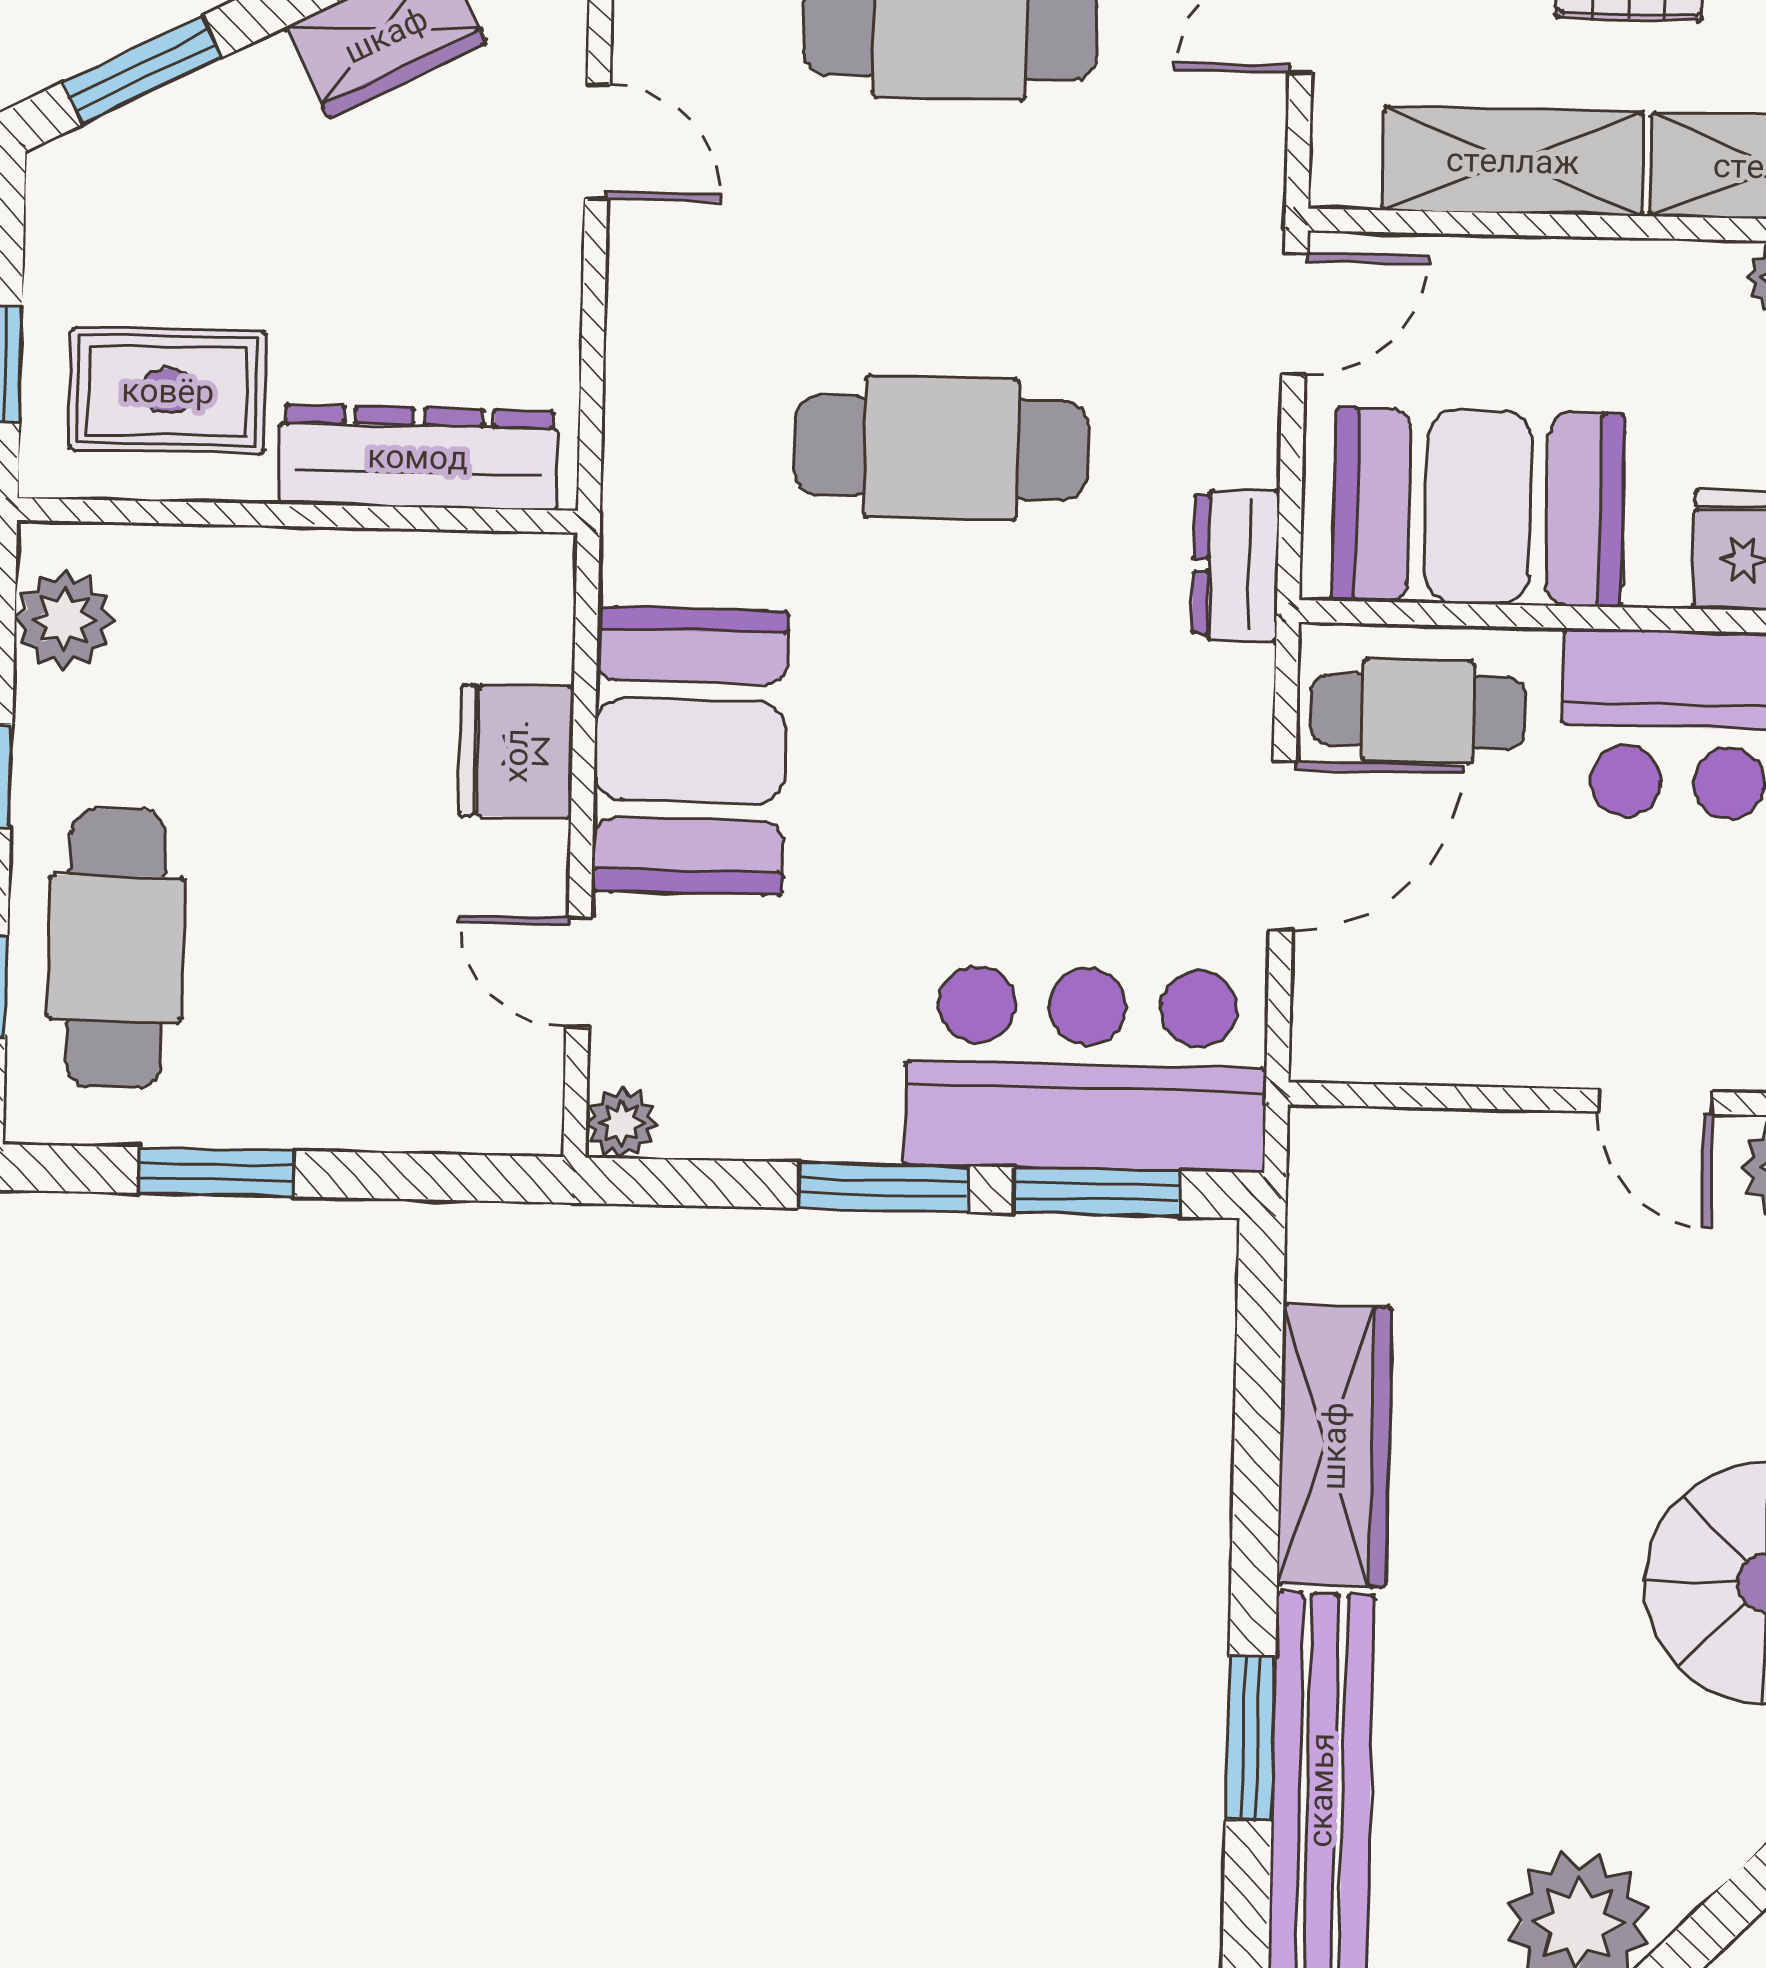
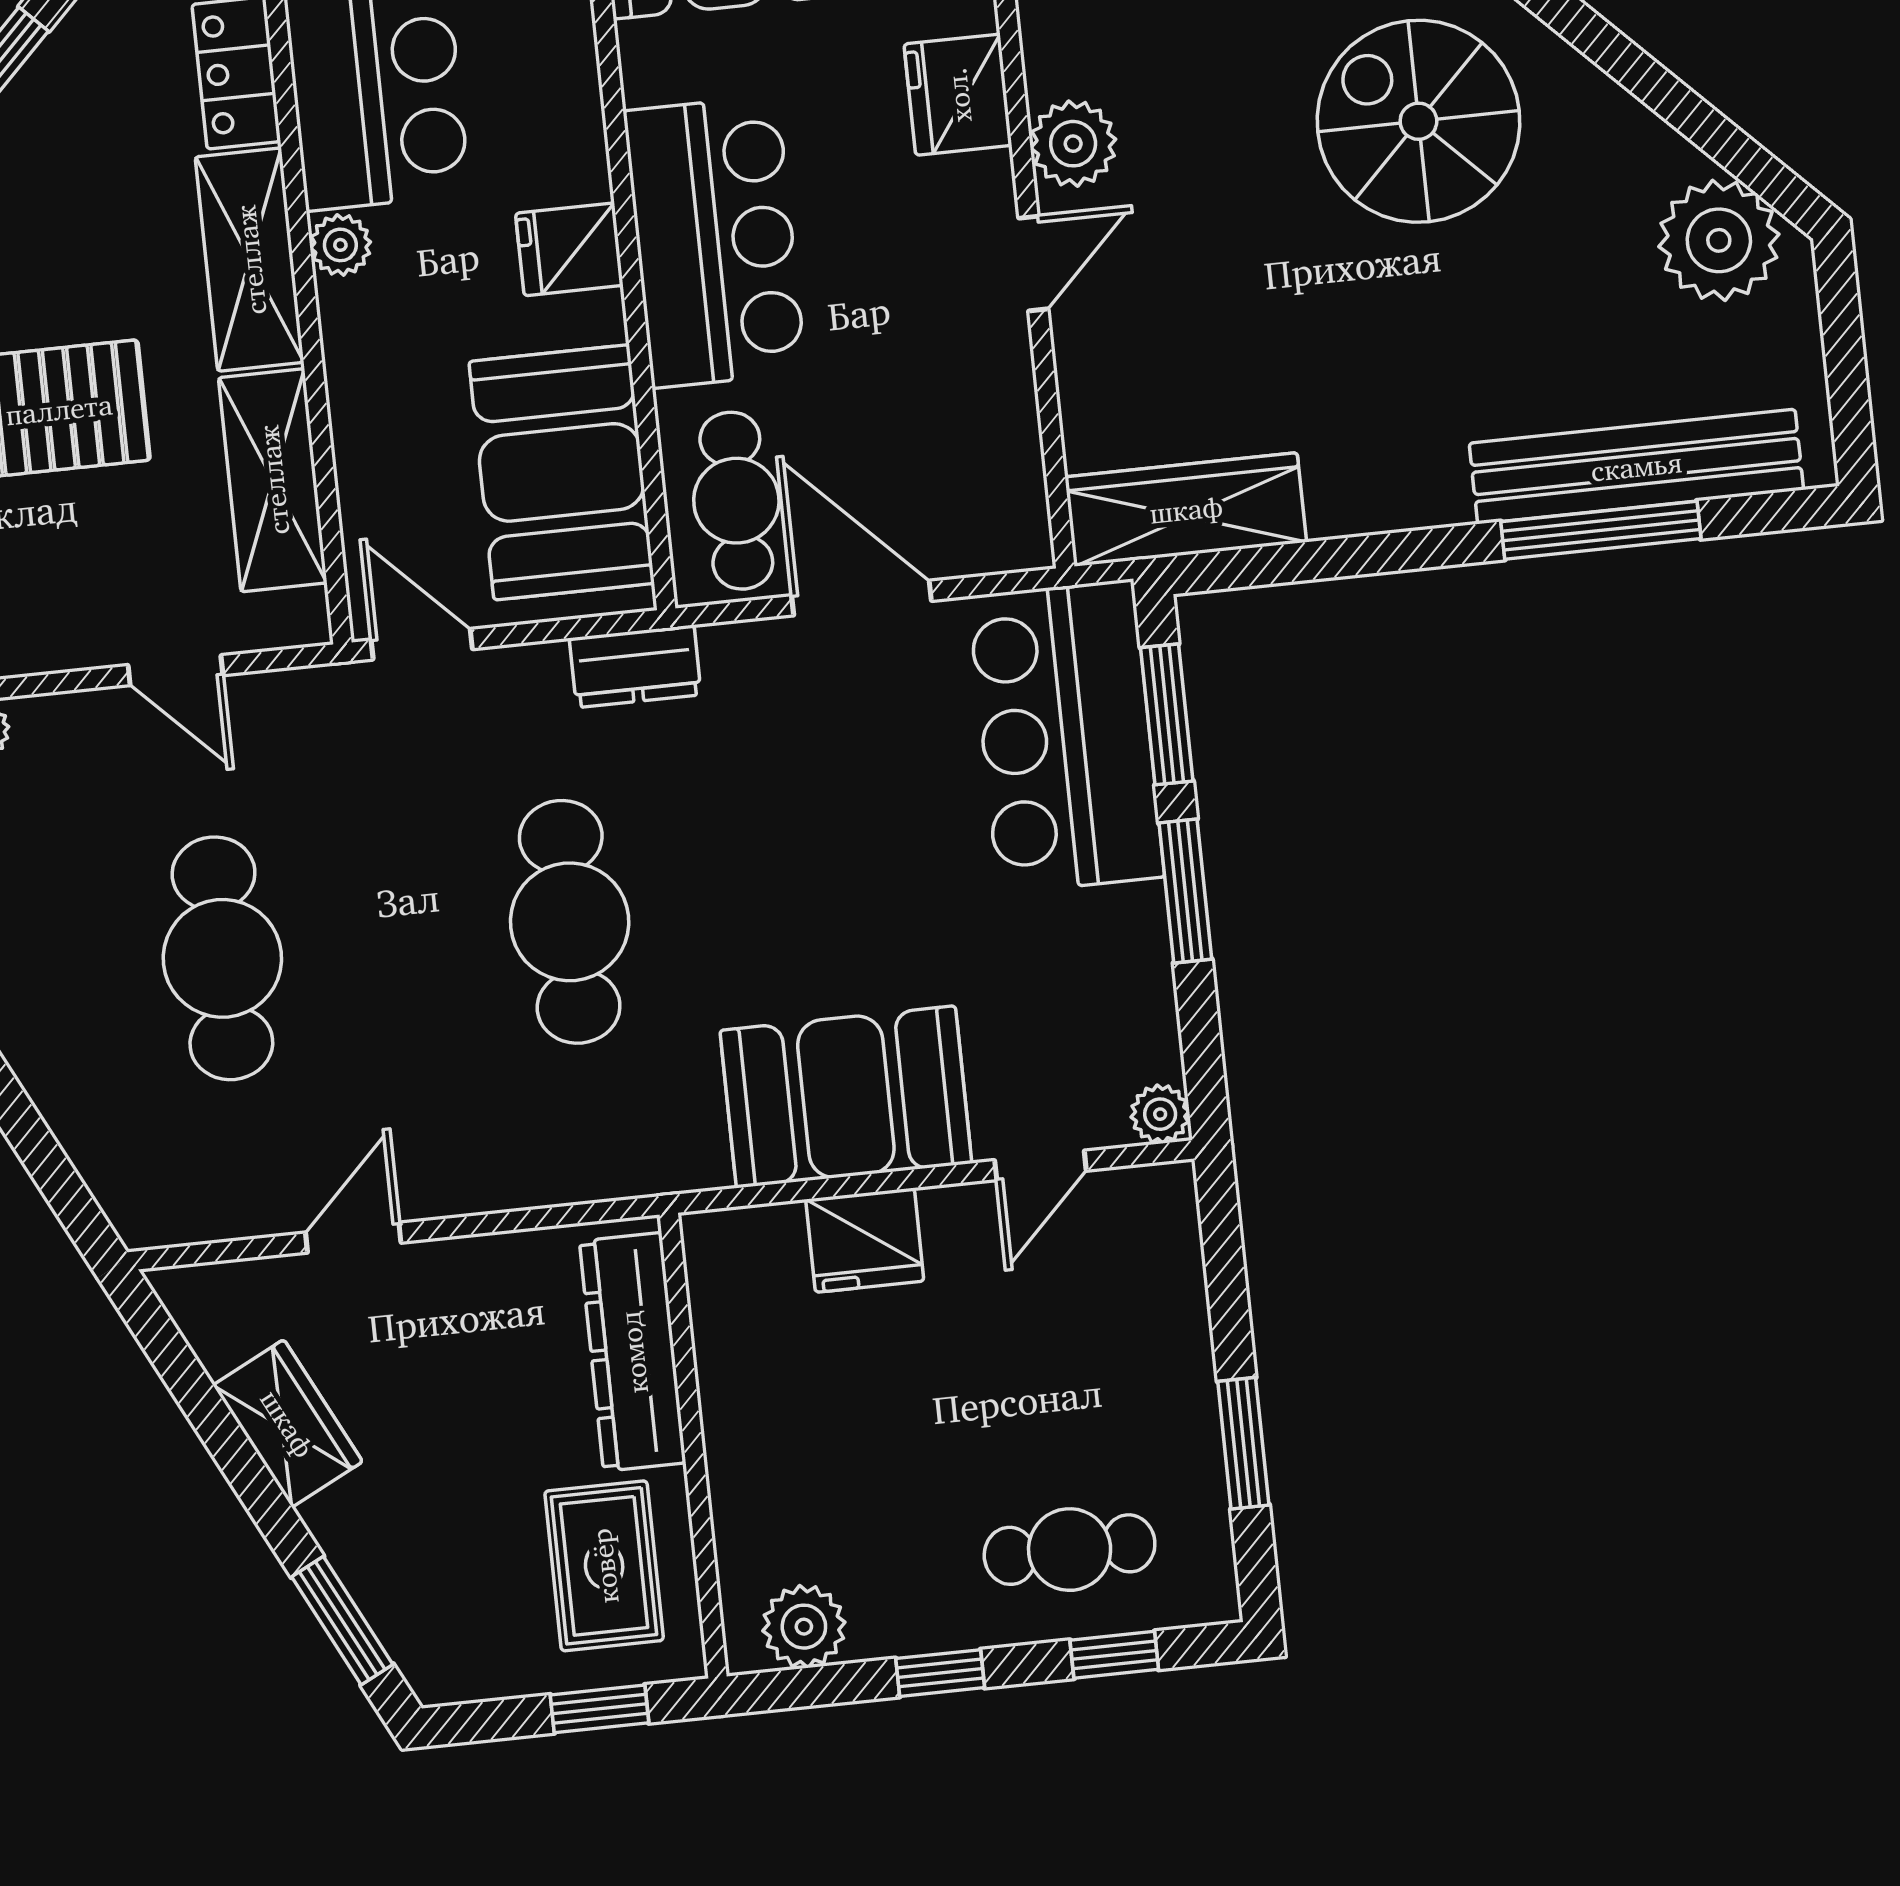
cafe table: (116, 948) -> (1070, 1550), width x0.73, depth x0.74
wardrobe: (1334, 1446) -> (1186, 509), moved
window: (1251, 1738) -> (1601, 530), width x1.44

